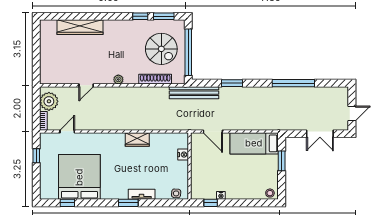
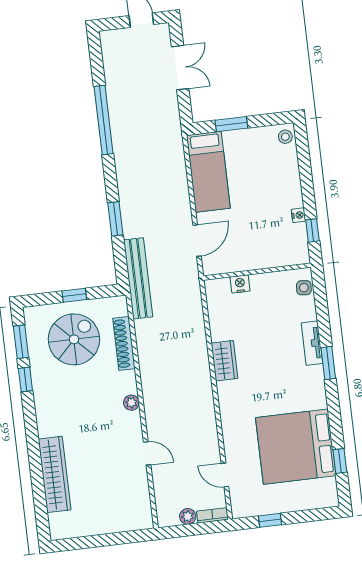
window: (188, 52) -> (74, 295), width x0.32
plant: (49, 101) -> (188, 516), width x0.53, depth x0.53

